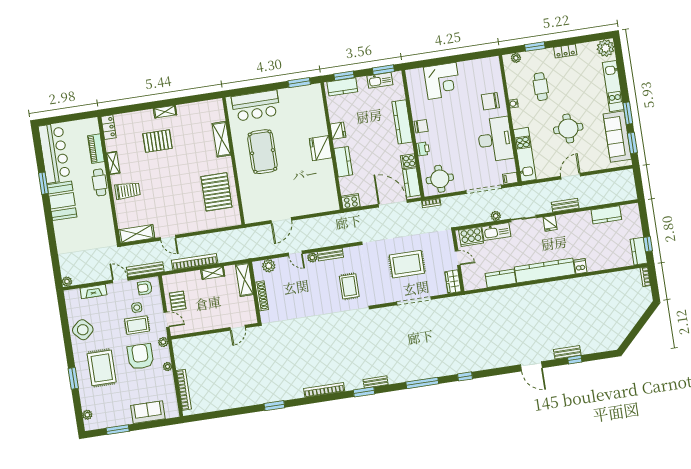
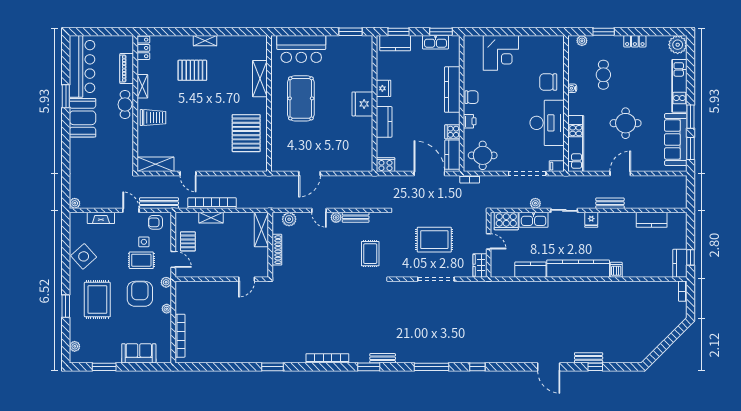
shelving: (213, 273) -> (211, 218), moved

